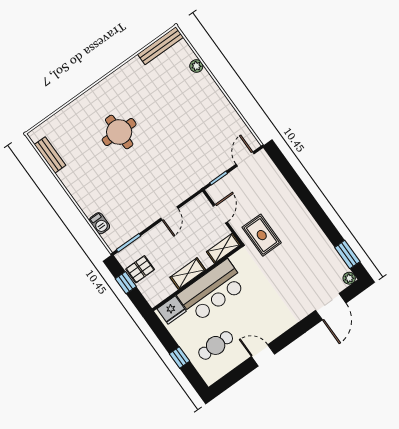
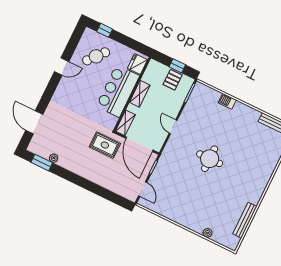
bench: (160, 46) -> (245, 220), moved
round table: (119, 132) -> (210, 159), moved
door: (220, 214) -> (139, 144), width x1.87
barbecue: (100, 223) -> (227, 101), moved
plant: (349, 278) -> (54, 158), moved
cafe table: (216, 345) -> (96, 56), turned 40
window: (179, 357) -> (105, 30), moved

